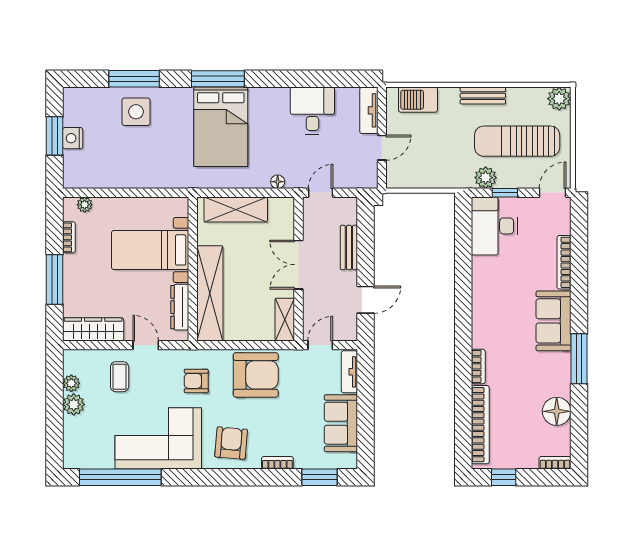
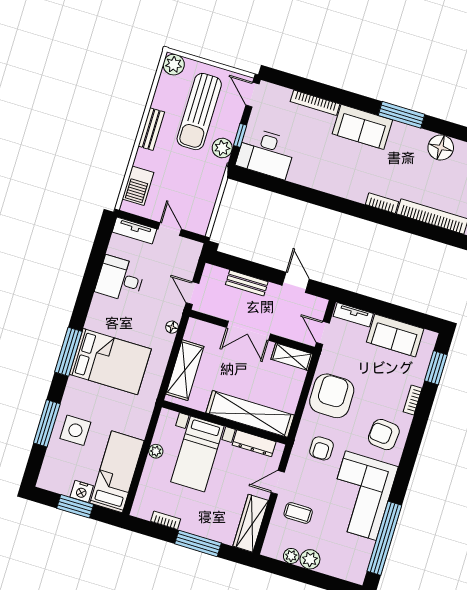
bed: (105, 170) -> (117, 472), added
plant: (85, 205) -> (156, 451), moved

